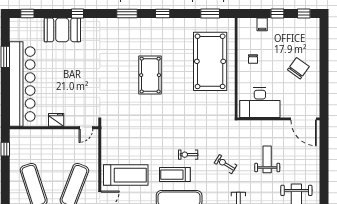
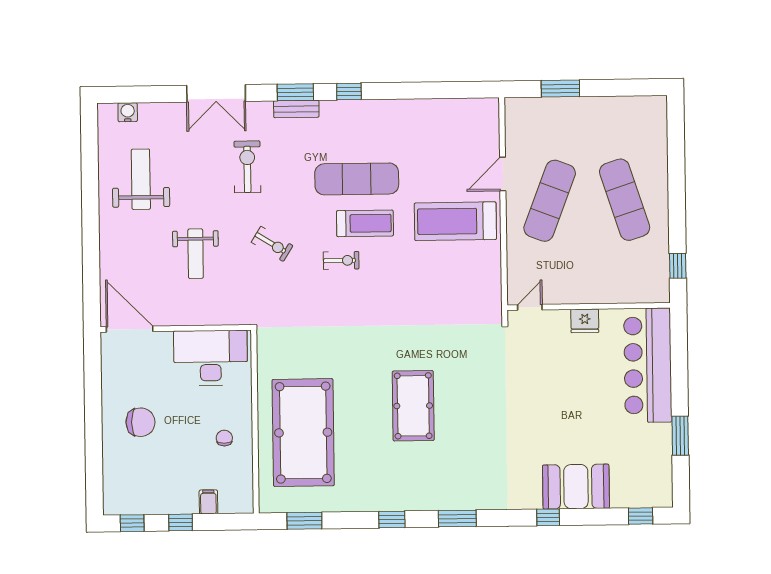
chair: (298, 68) -> (140, 422), turned -126
bar counter: (22, 84) -> (648, 365), width x0.73

